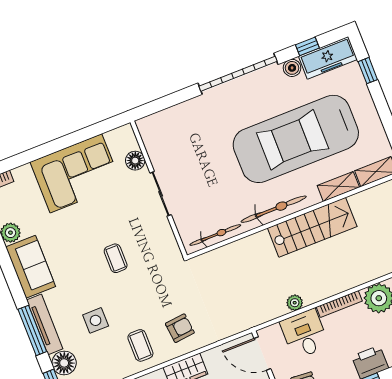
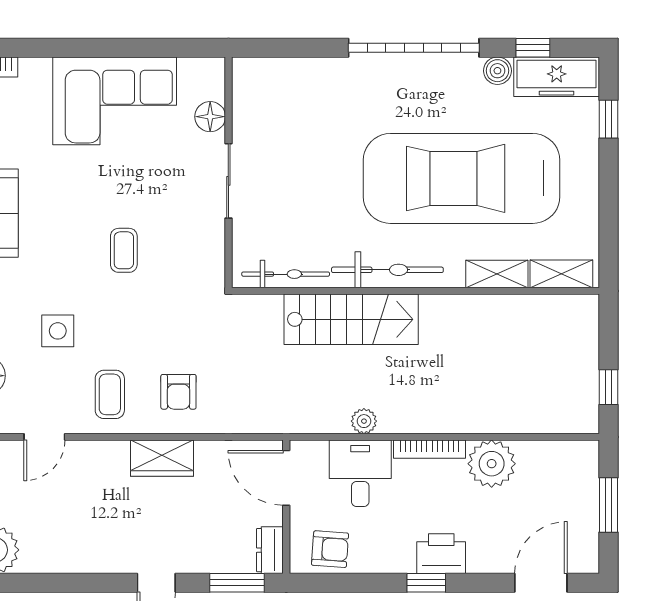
stairs: (312, 227) -> (351, 319), moved
armchair: (180, 328) -> (178, 392), turned 96

